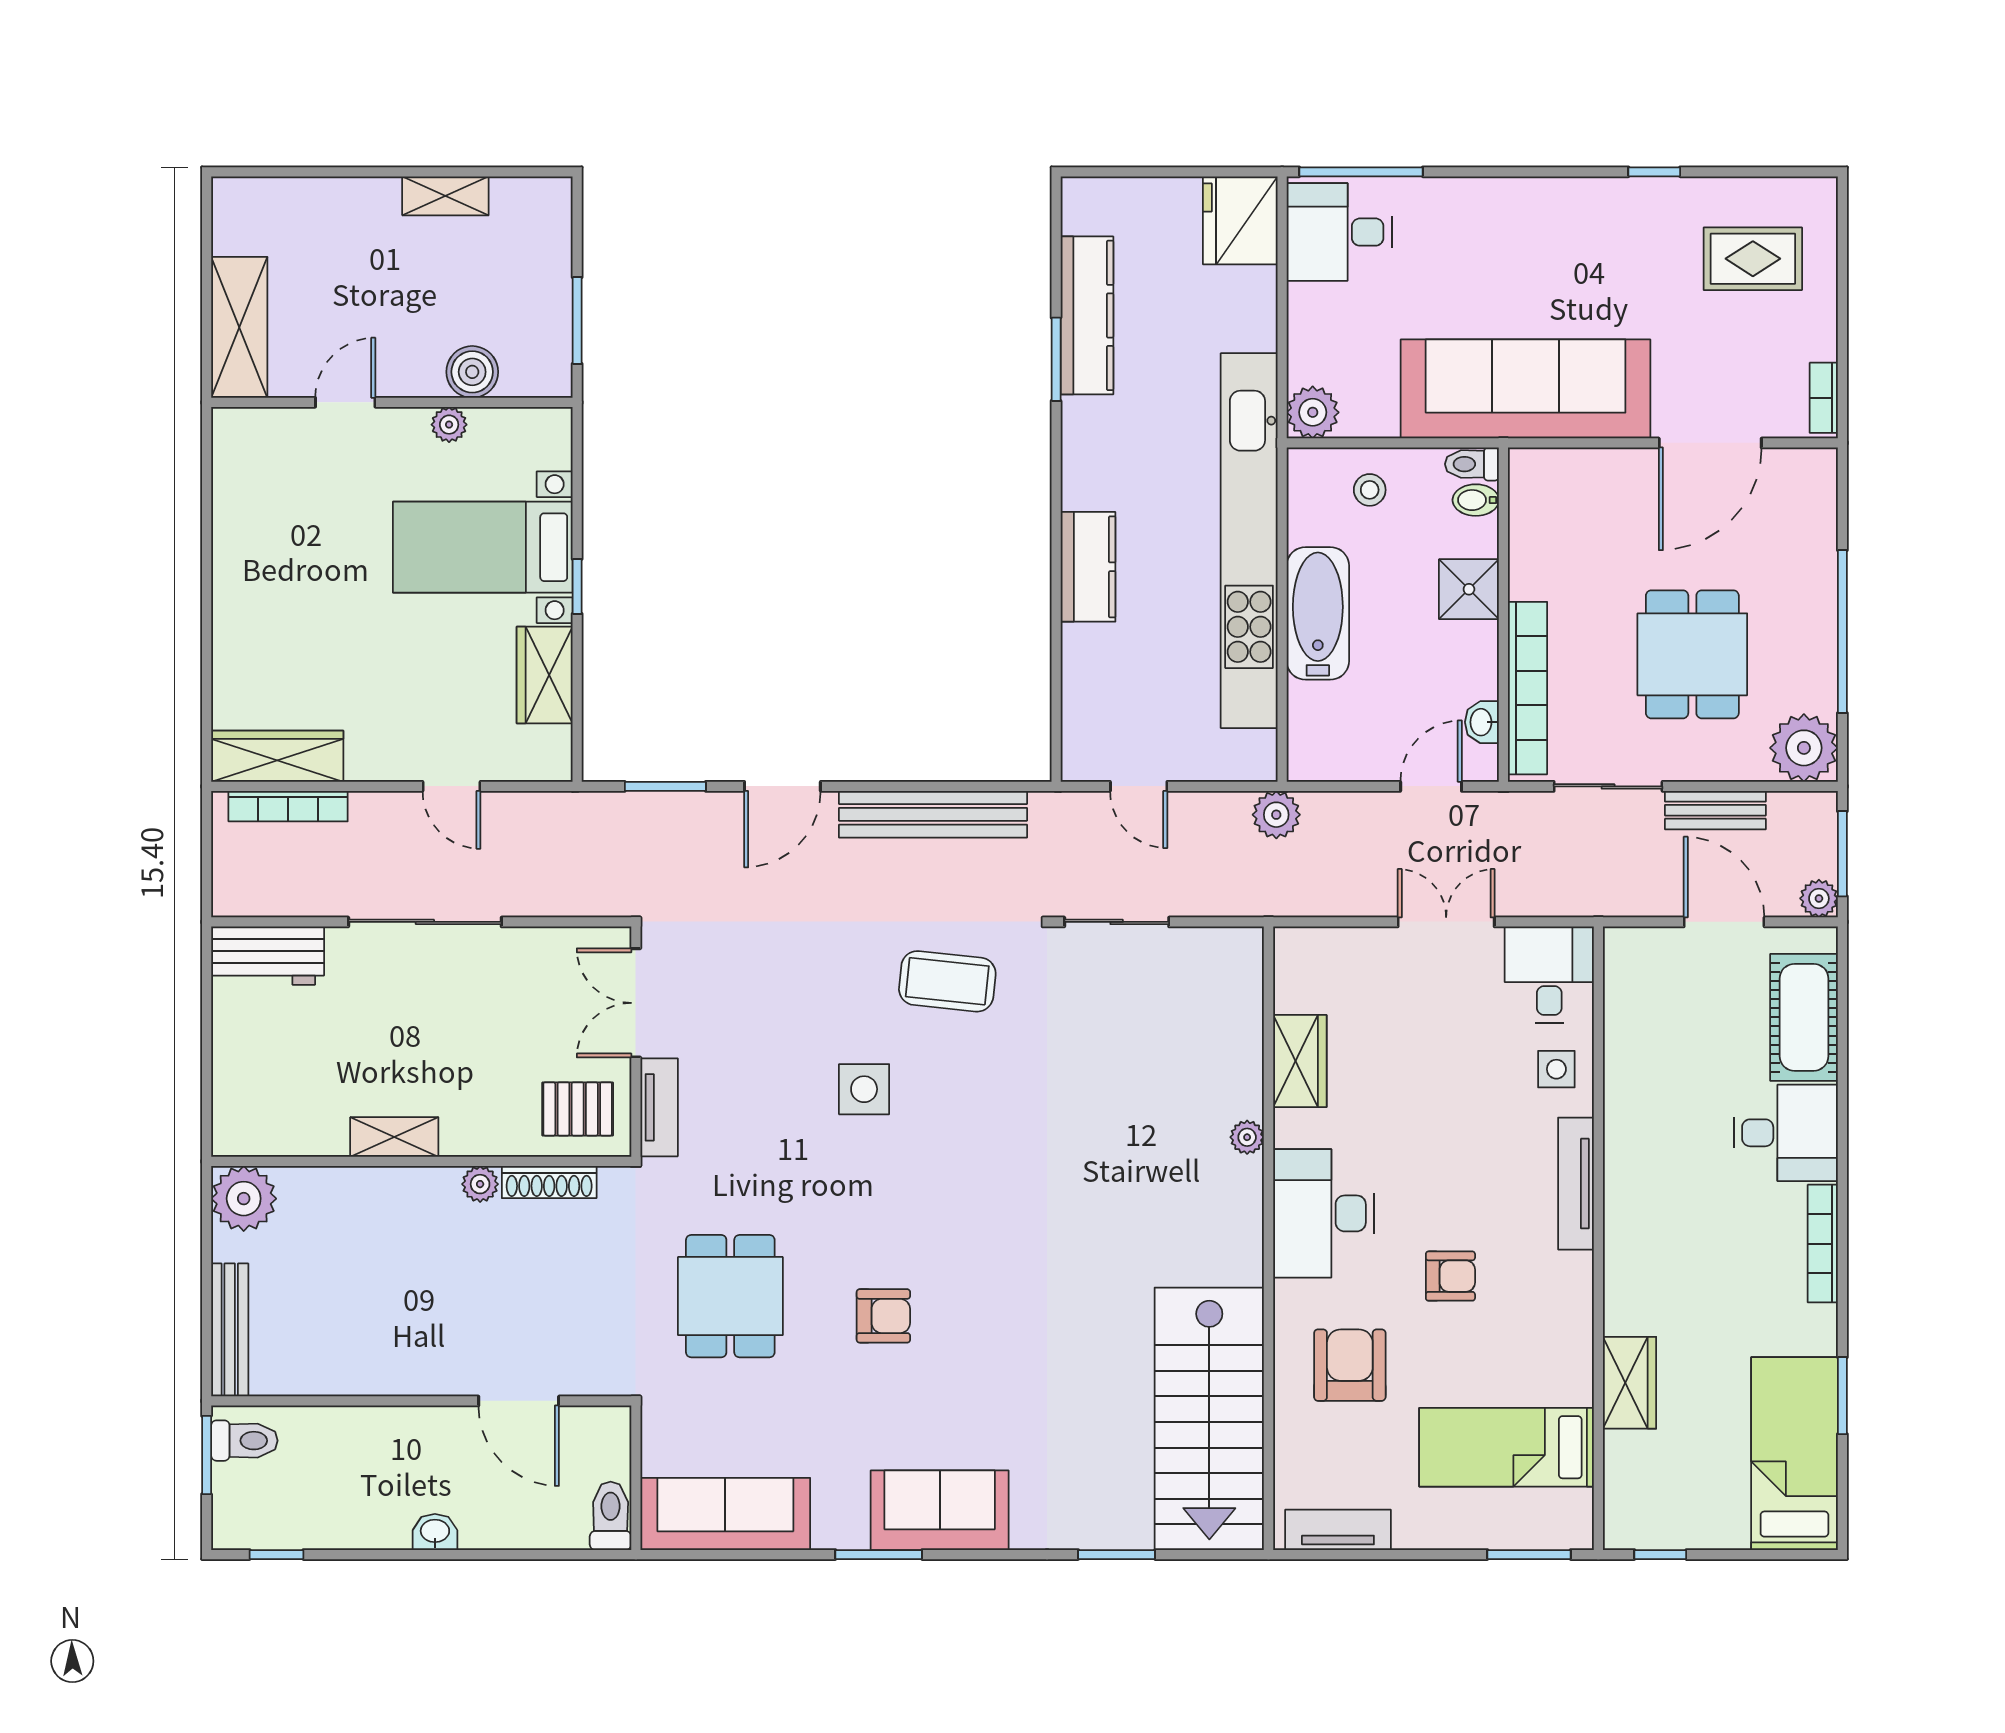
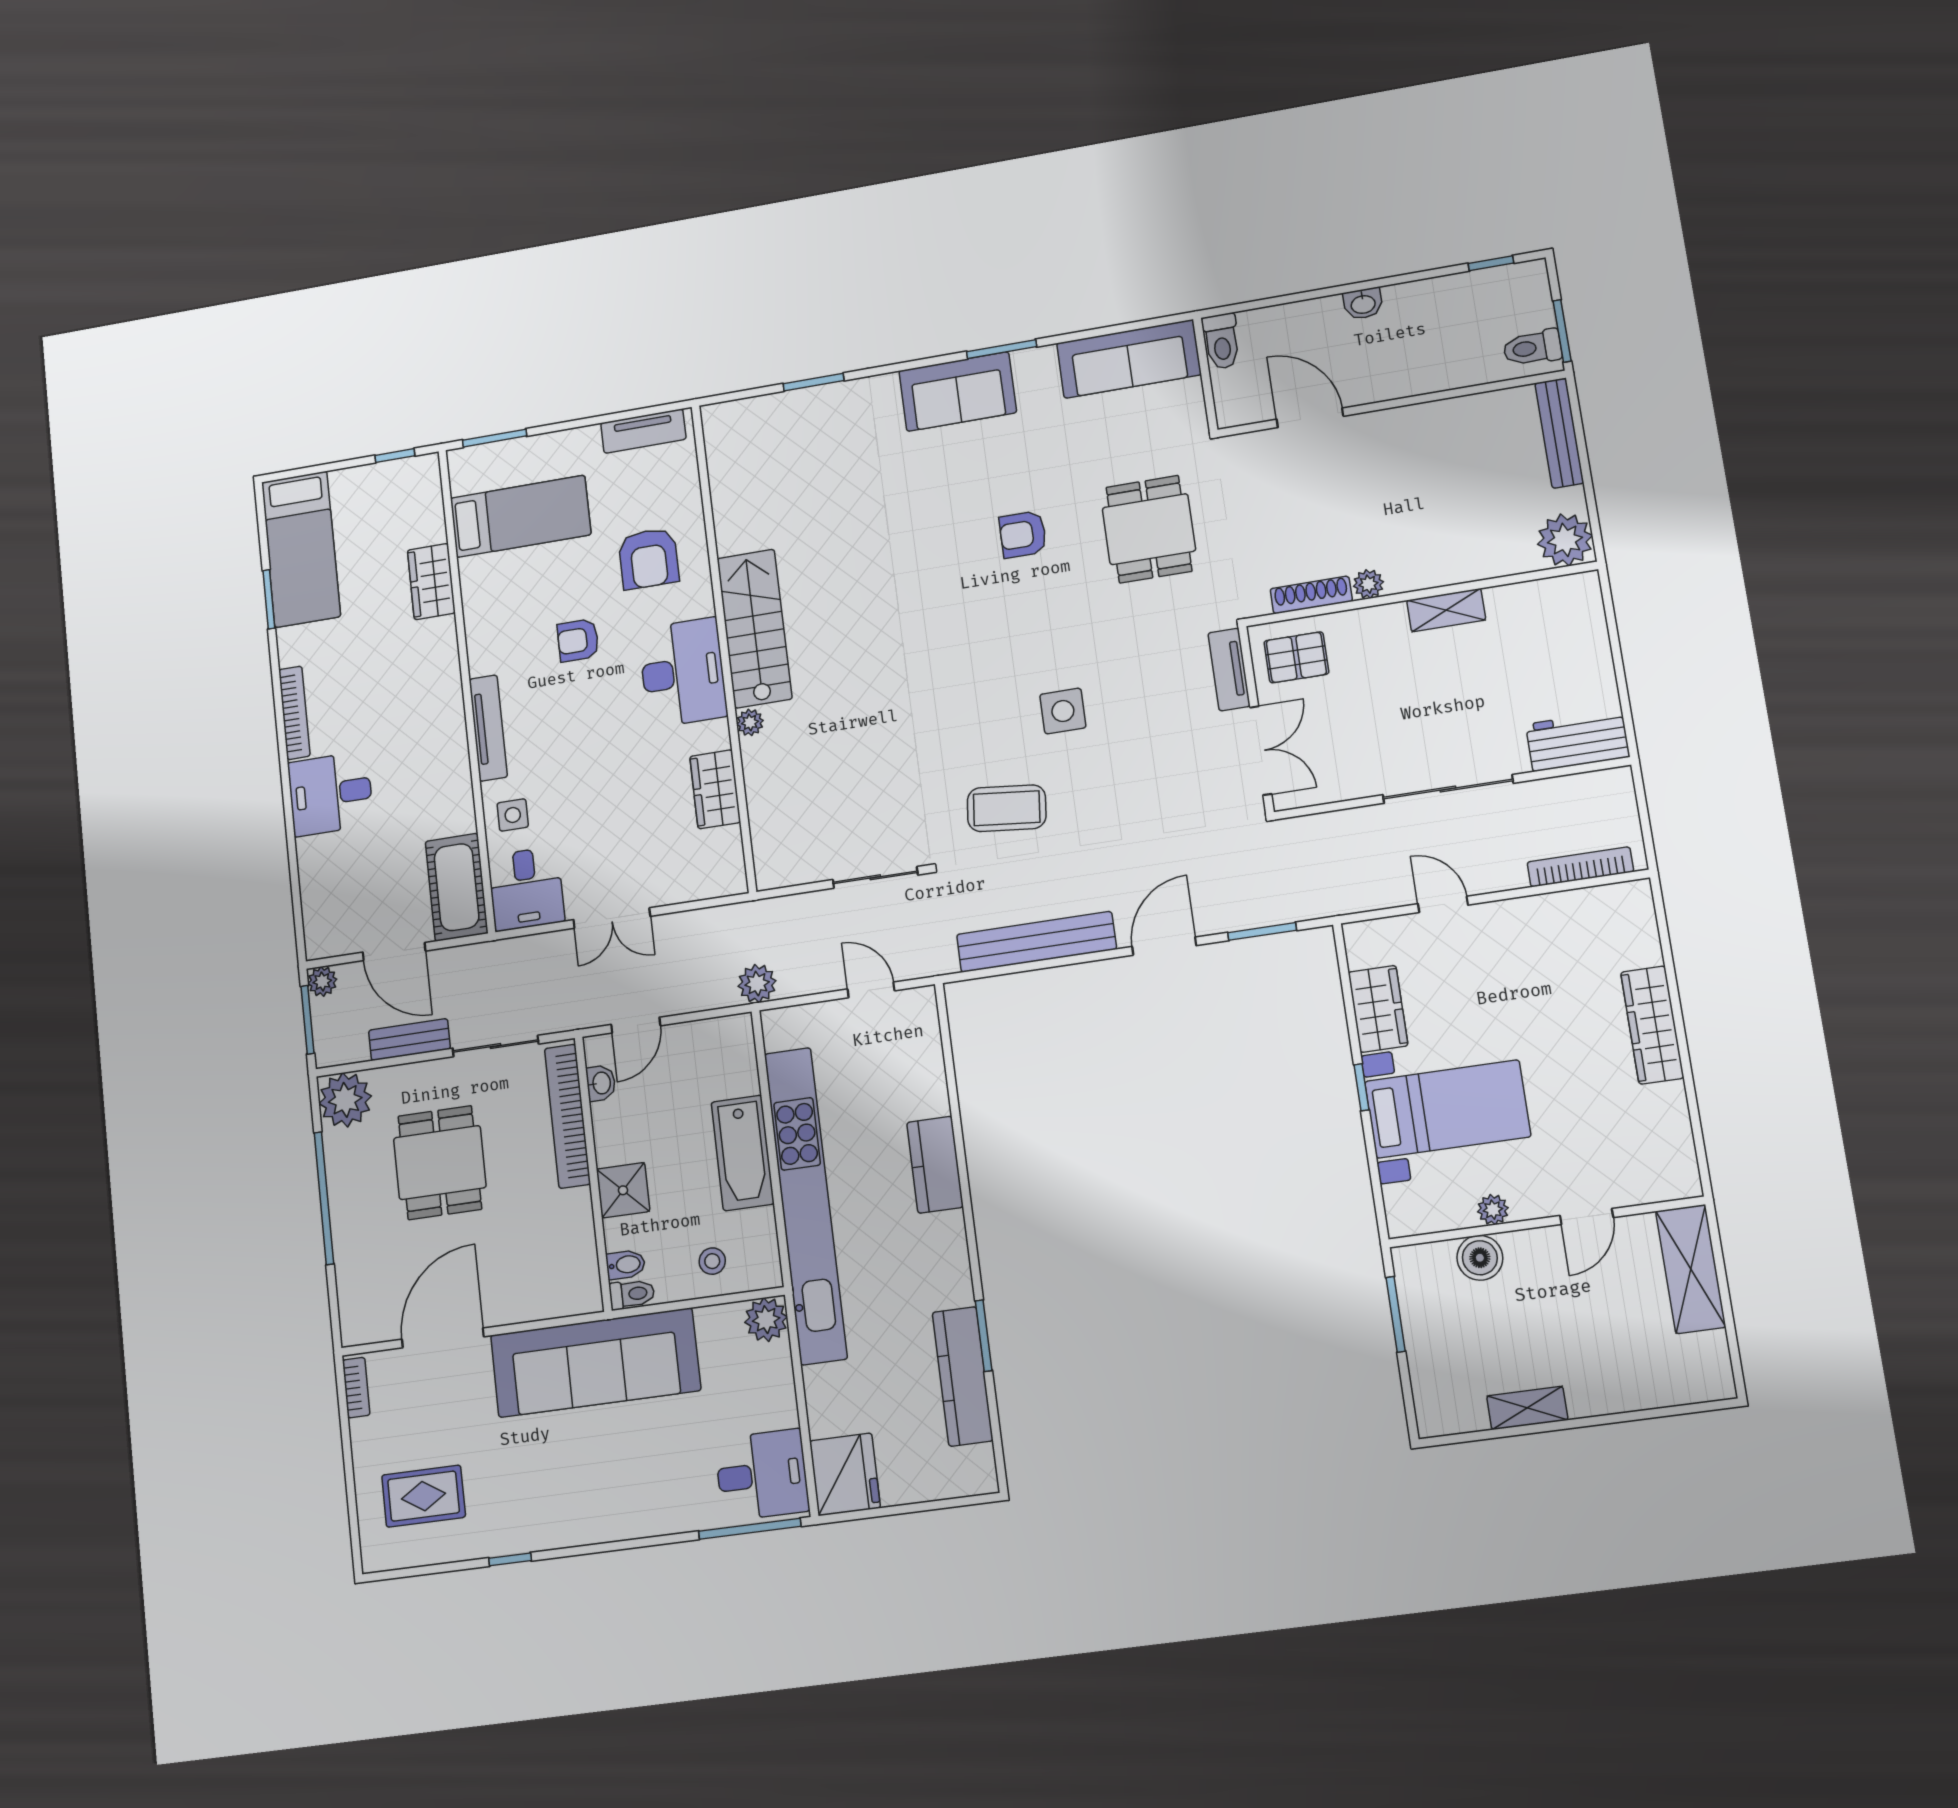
wardrobe: (277, 756) -> (1652, 1025), moved, turned 90
cot: (1804, 1017) -> (457, 887), moved
stairs: (1209, 1419) -> (754, 628), moved, width x0.73, depth x0.66

